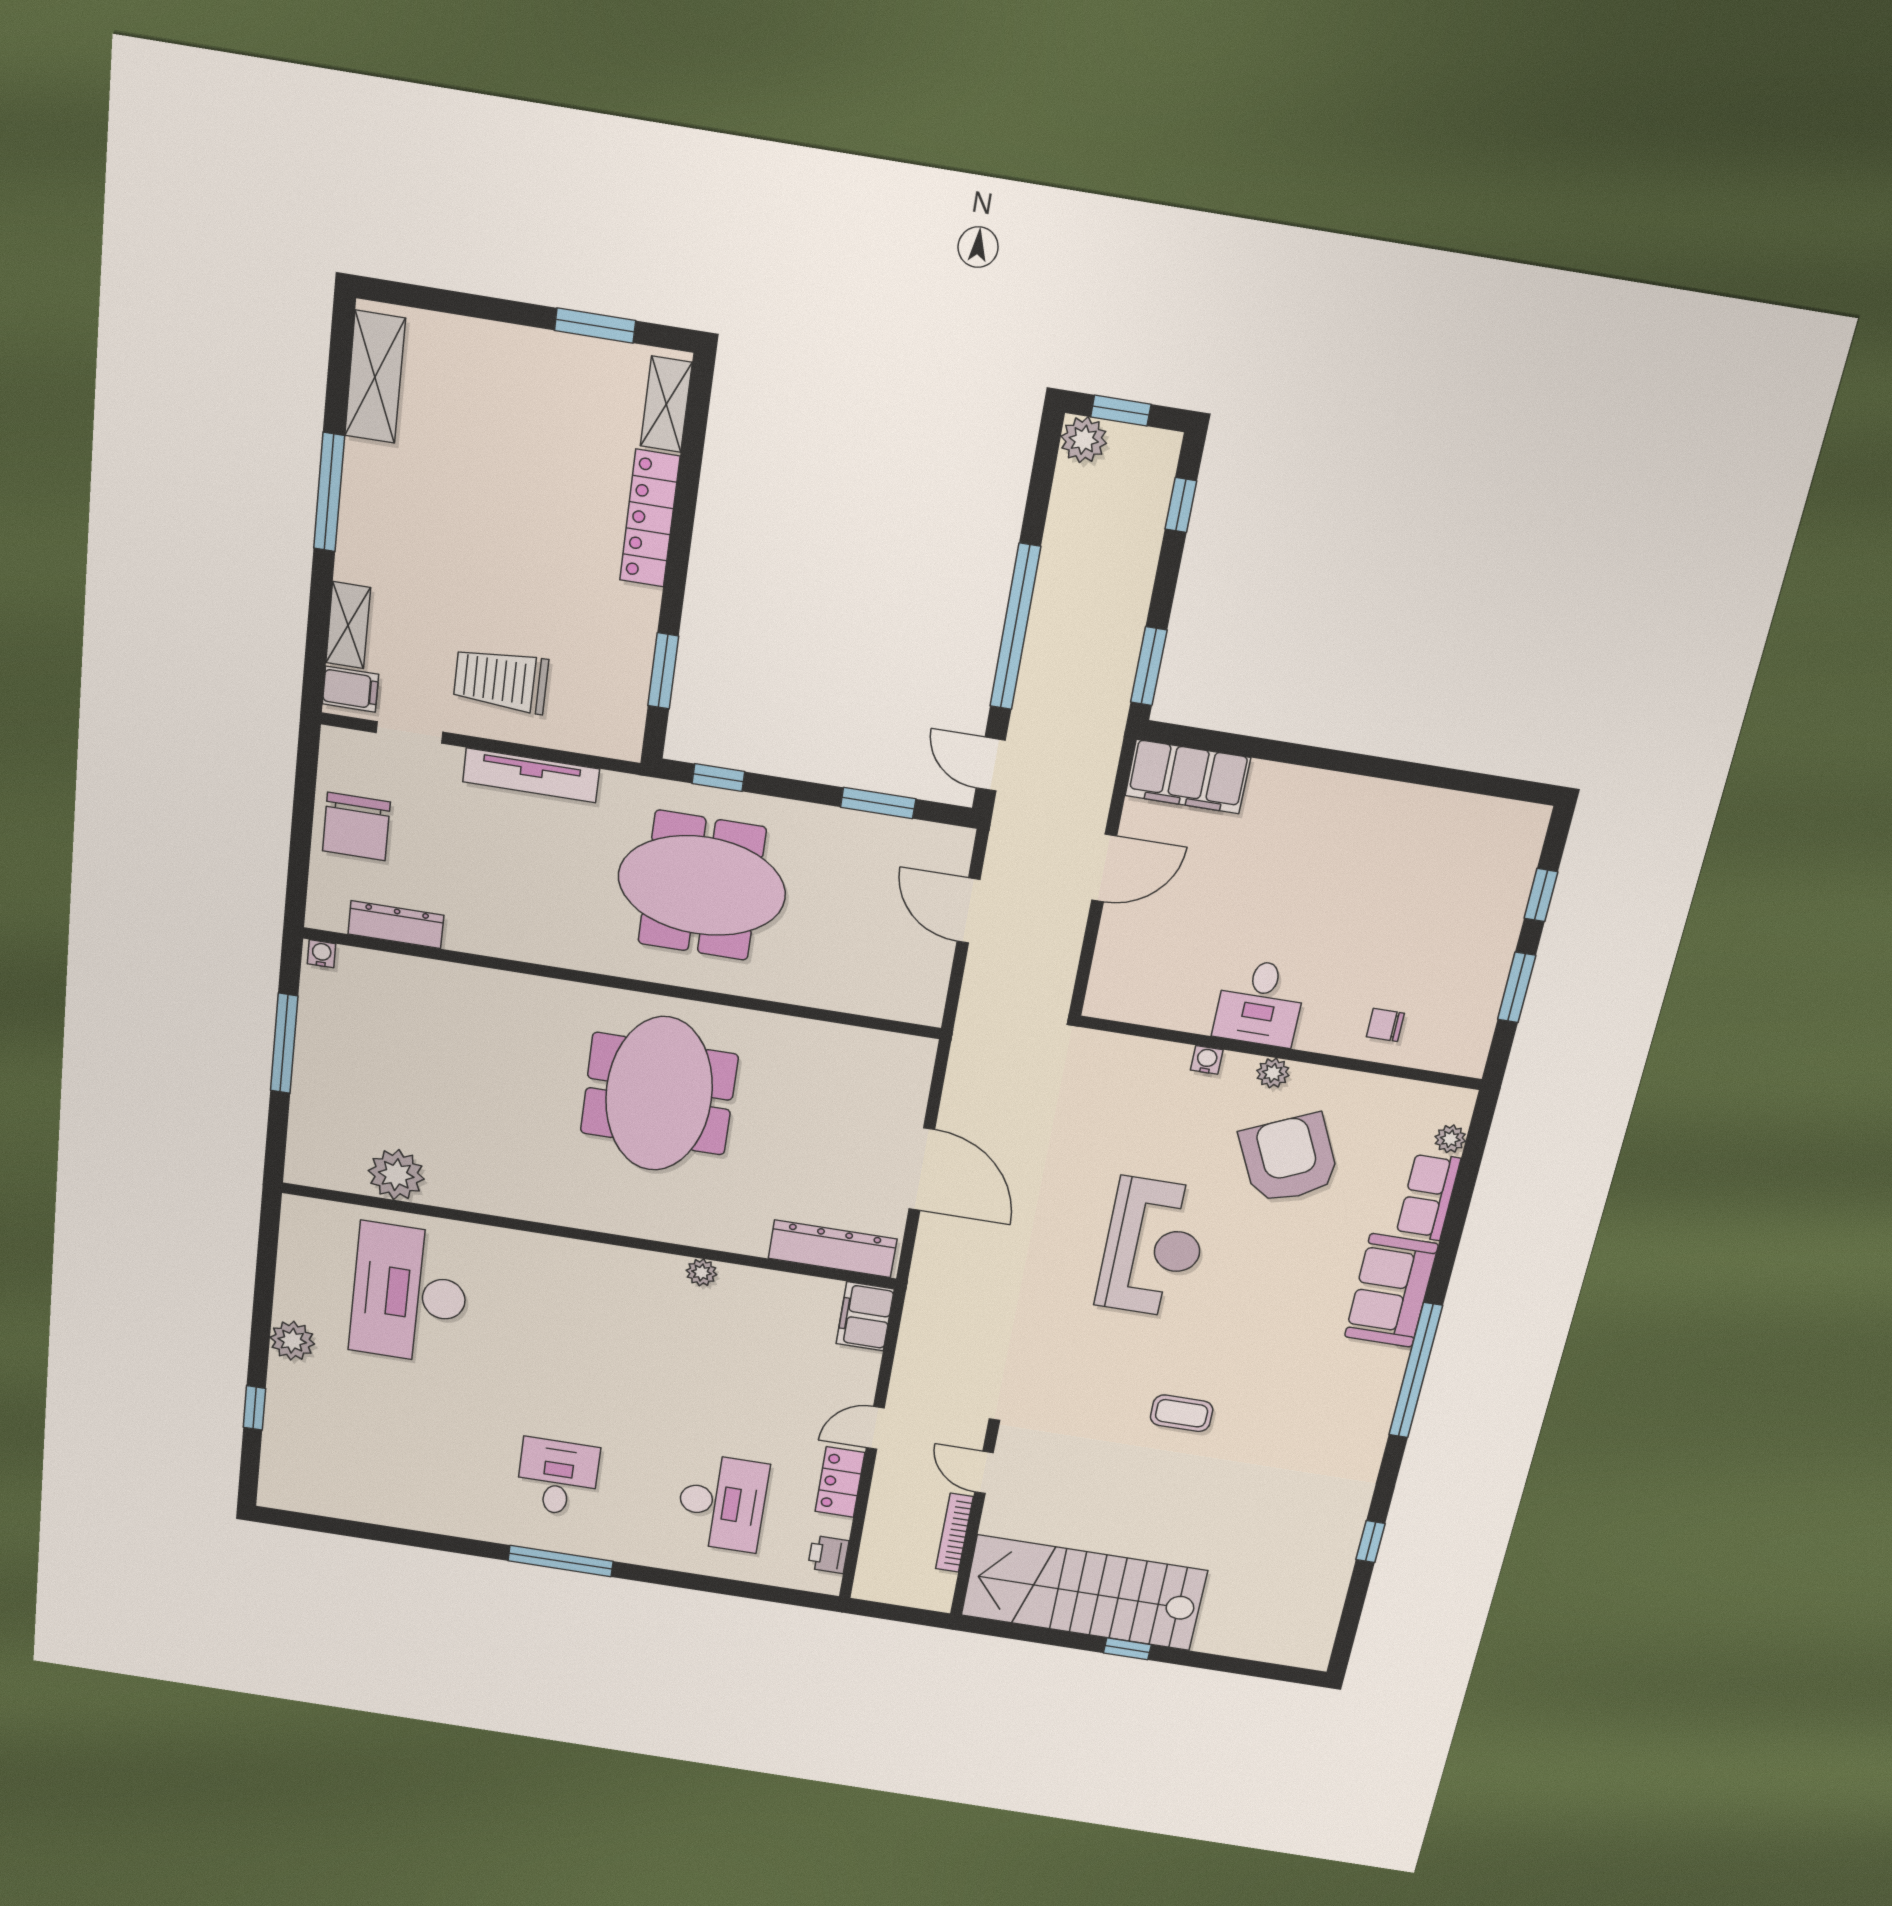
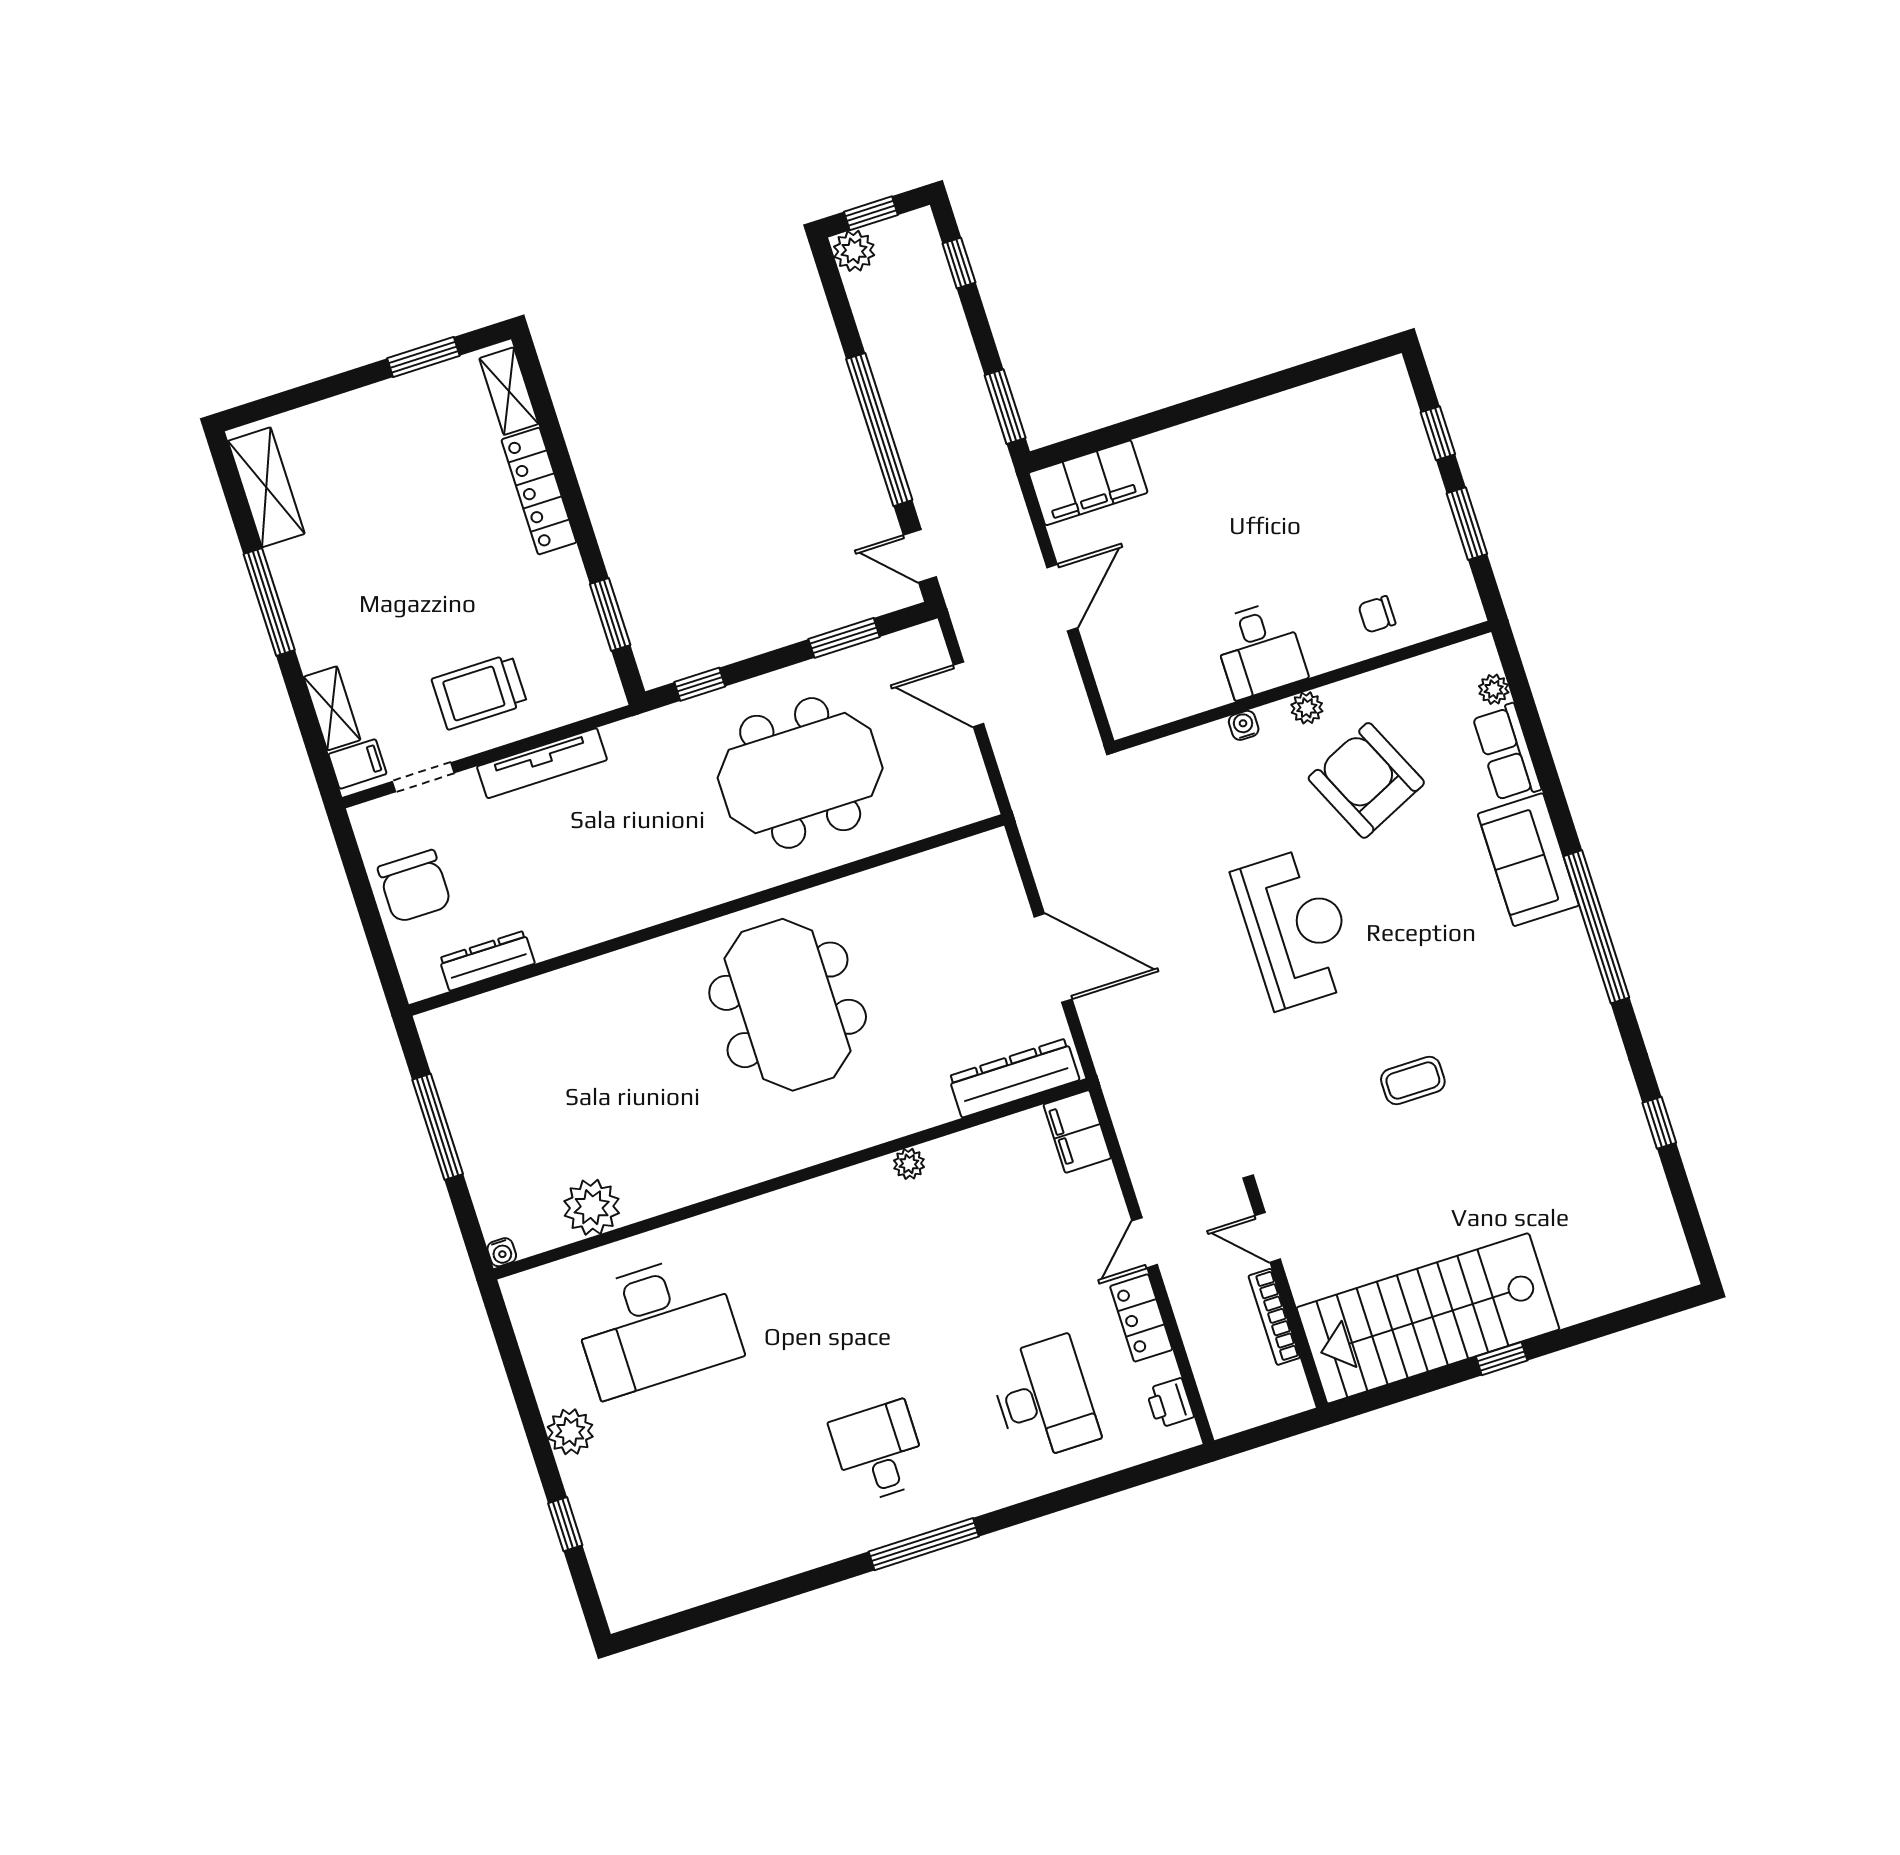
meeting table: (702, 886) -> (800, 773), moved
water cooler: (322, 954) -> (502, 1252), moved, turned 180
desk: (409, 1294) -> (656, 1325), turned -90

